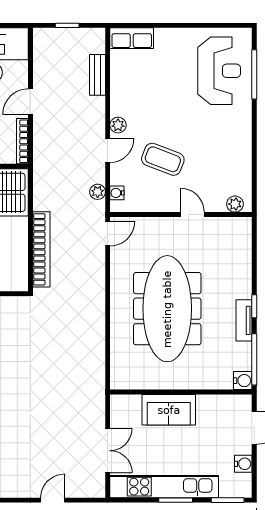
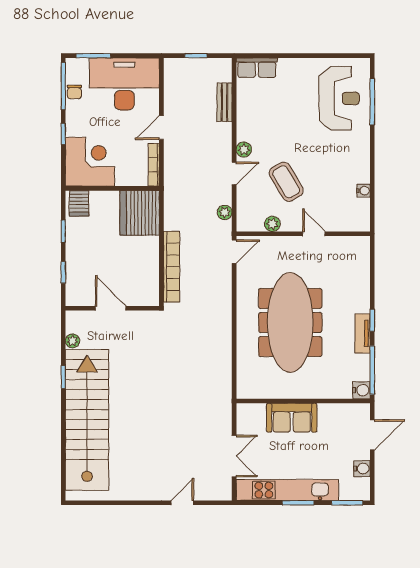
coffee table: (163, 159) -> (286, 182), turned 38
water cooler: (117, 193) -> (364, 191), moved, turned 180
plant: (235, 204) -> (272, 224), moved

